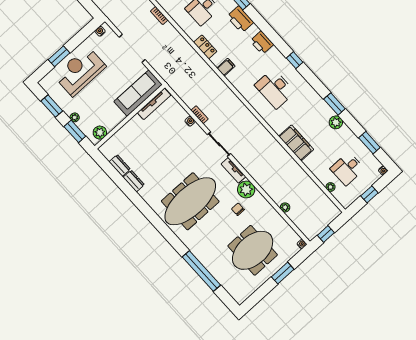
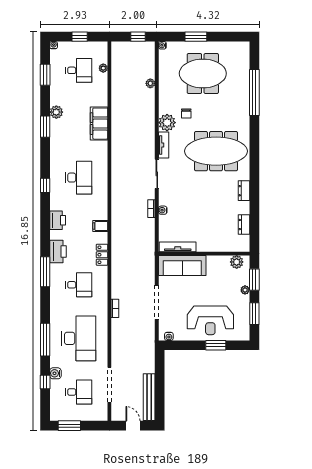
dresser: (134, 181) -> (244, 191), moved

